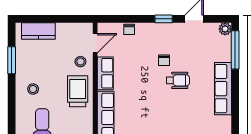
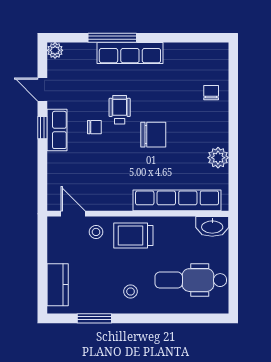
chair: (129, 29) -> (153, 135), moved, width x1.87, depth x1.87
window: (235, 50) -> (112, 38), moved
row of seats: (105, 73) -> (57, 130), moved, turned 90

